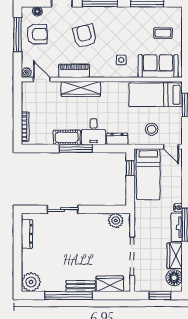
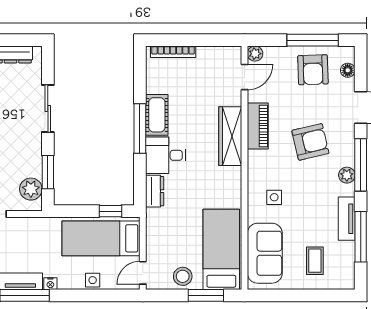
plant: (107, 12) -> (347, 175), added
tv unit: (135, 12) -> (347, 219), added
stool: (152, 129) -> (183, 276), moved
side table: (176, 180) -> (93, 280), added
window: (105, 209) -> (48, 172), added

